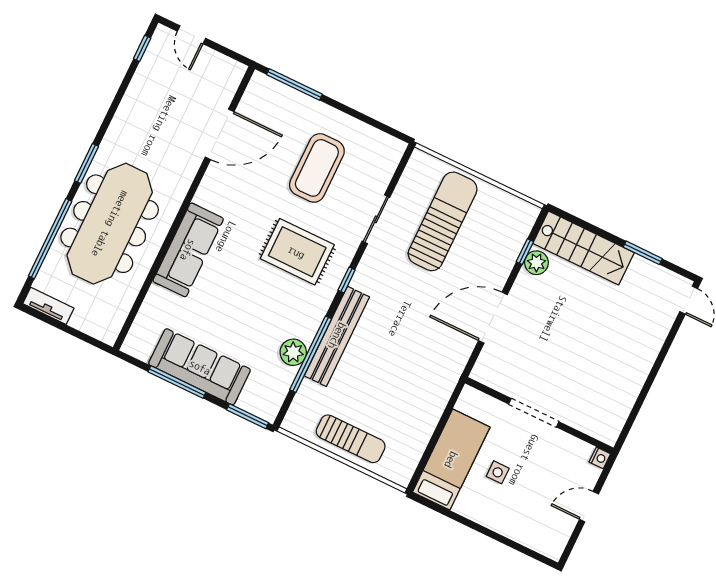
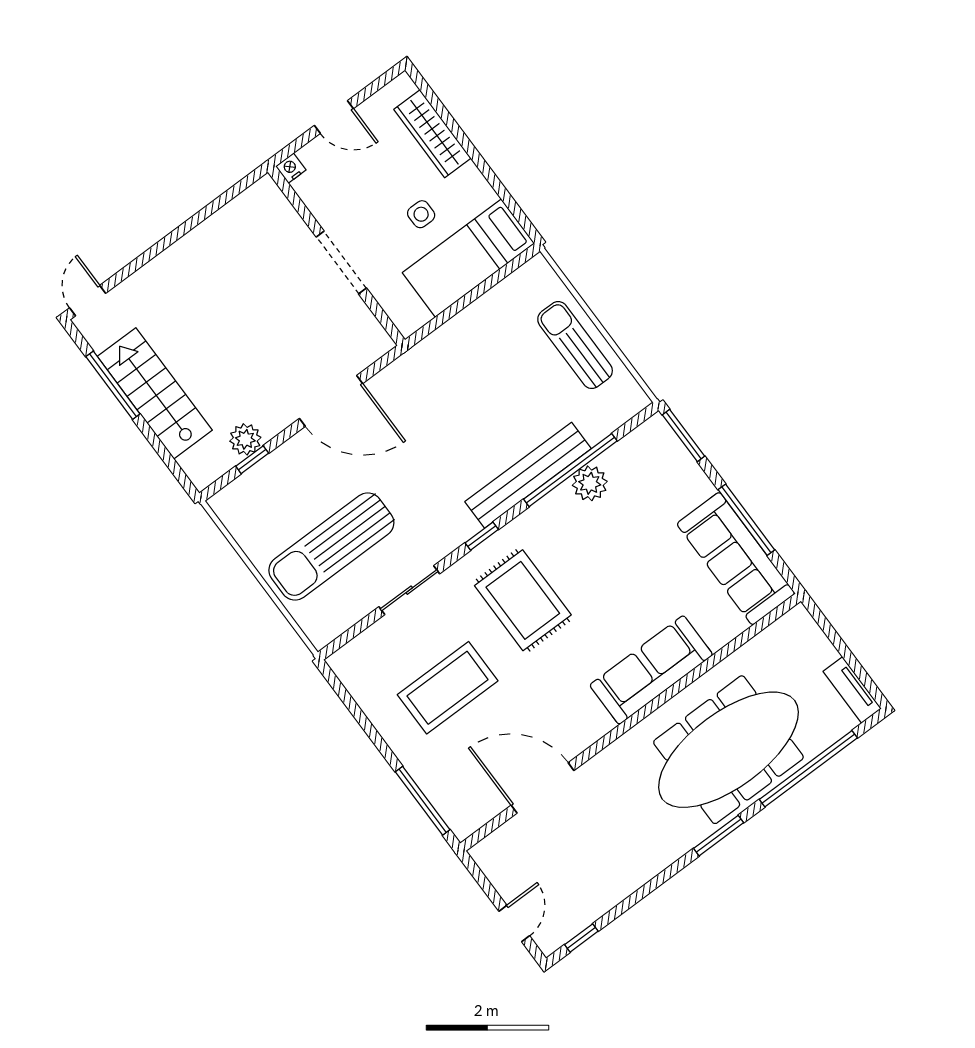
stairs: (583, 248) -> (155, 393), moved
window: (643, 253) -> (113, 385), width x1.44
sofa: (200, 367) -> (736, 559), moved
wardrobe: (518, 529) -> (432, 134), added

